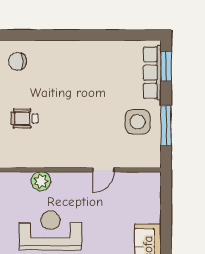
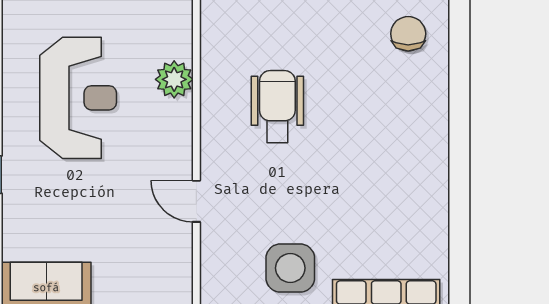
wheelchair: (24, 118) -> (277, 107), moved, width x1.36, depth x1.37

